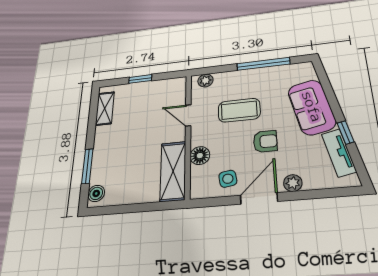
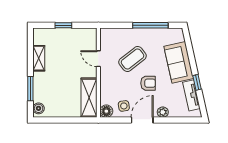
plant: (205, 81) -> (110, 33), removed
shelving: (105, 108) -> (39, 58), moved
coffee table: (239, 110) -> (133, 59), turned -38
floor lamp: (200, 156) -> (106, 111), moved

